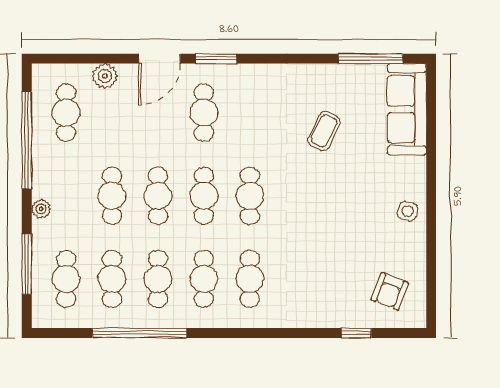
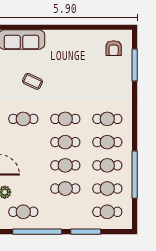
cafe table: (204, 113) -> (23, 119), moved
plant: (41, 209) -> (72, 224), removed
side table: (408, 211) -> (73, 39), removed
window: (27, 264) -> (86, 232), moved
armchair: (390, 291) -> (114, 48), turned 69
window: (356, 333) -> (135, 65), width x2.17

